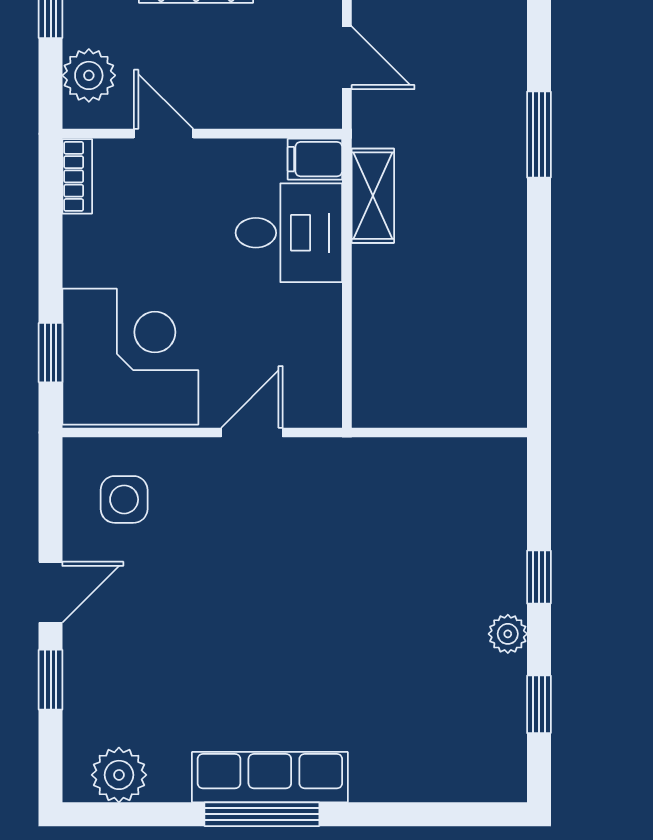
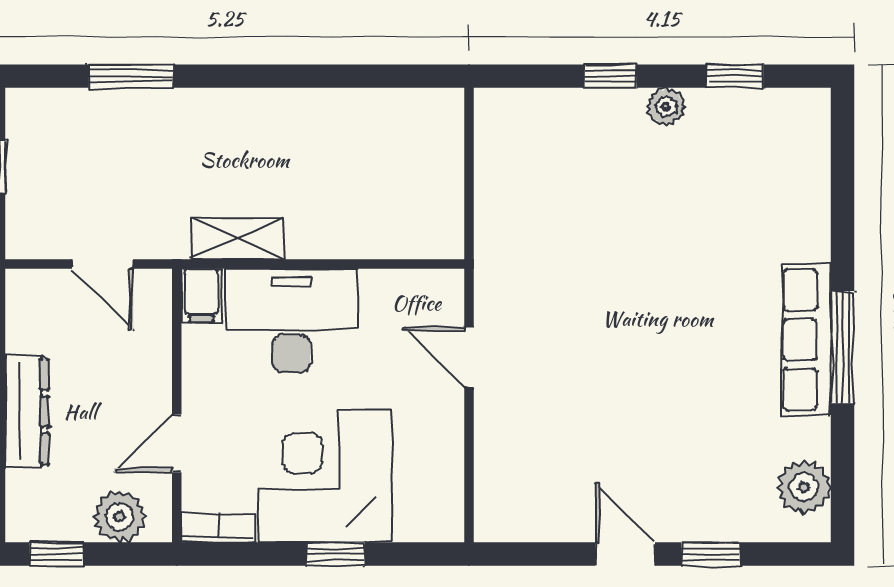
door: (347, 58) -> (102, 264), swing flipped
window: (539, 135) -> (131, 76), moved
desk: (289, 233) -> (292, 321), width x1.37
window: (51, 353) -> (335, 554), moved
corner desk: (130, 357) -> (325, 476), moved
side table: (124, 499) -> (535, 482), removed

